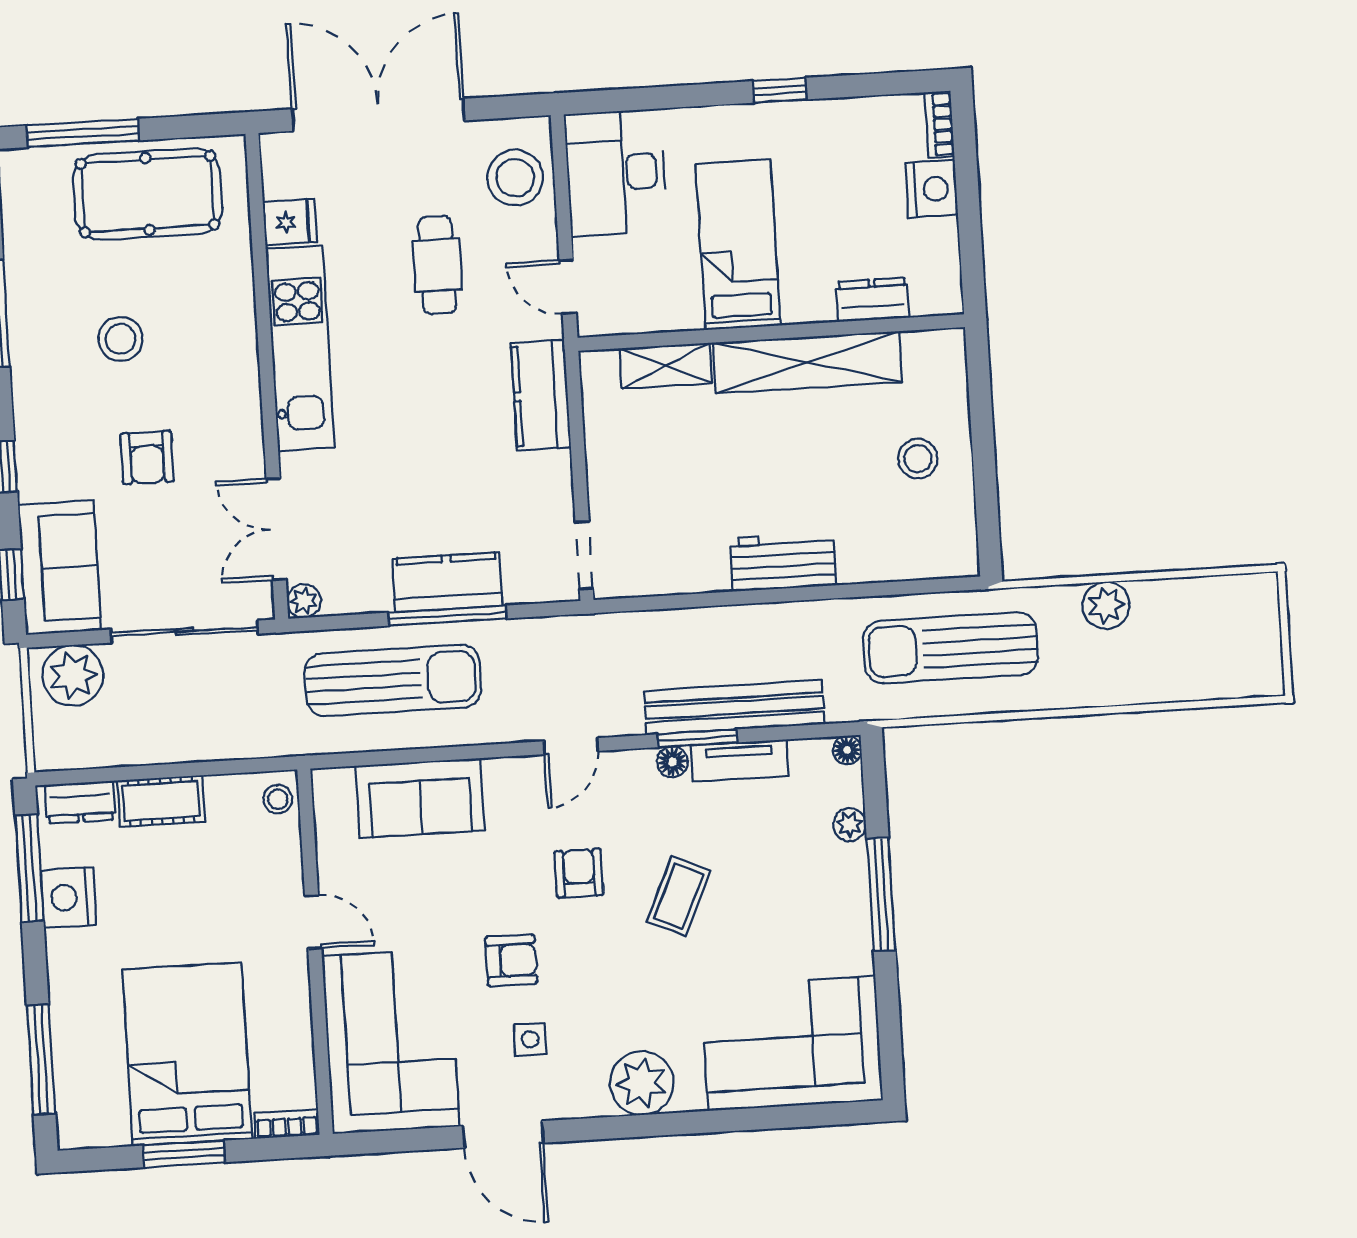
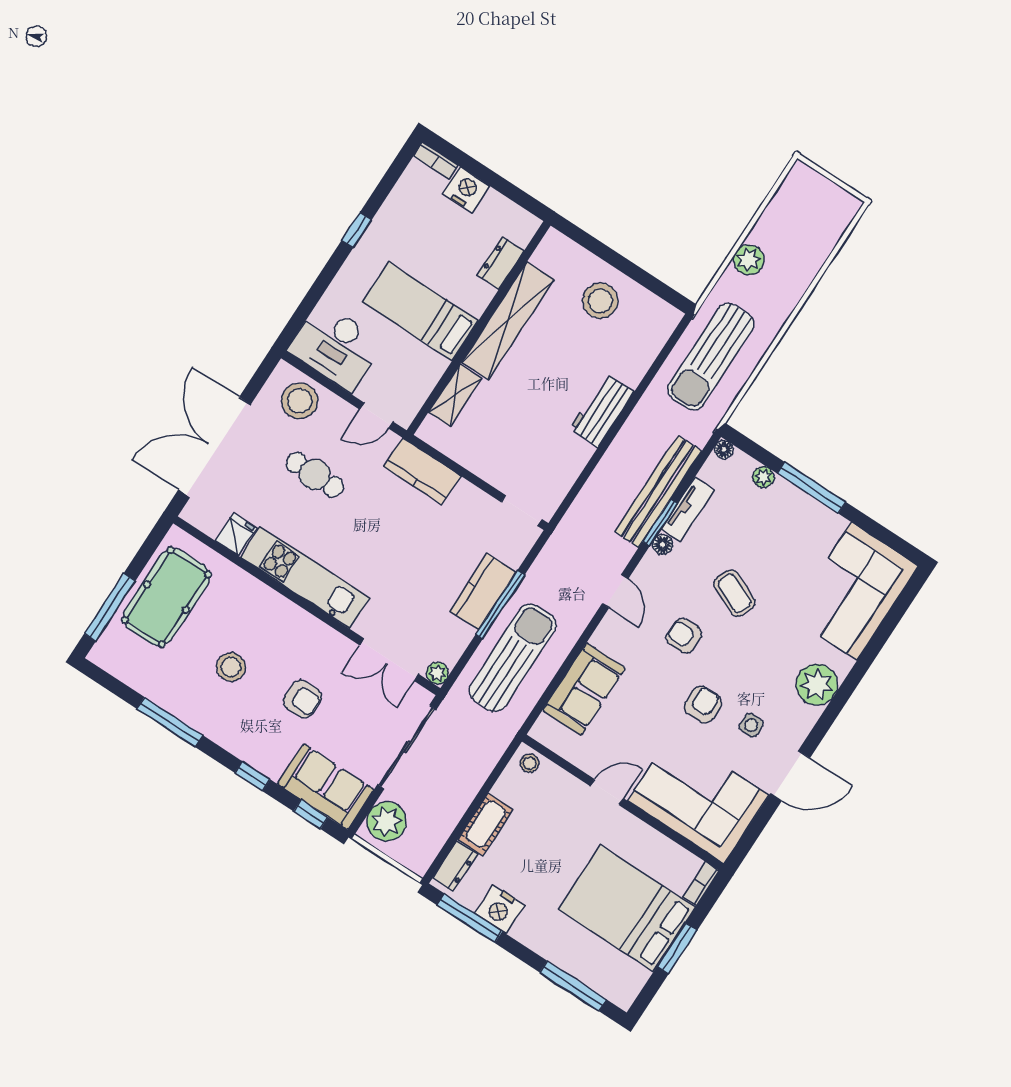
stool: (918, 459) -> (600, 301), width x1.38, depth x1.38

